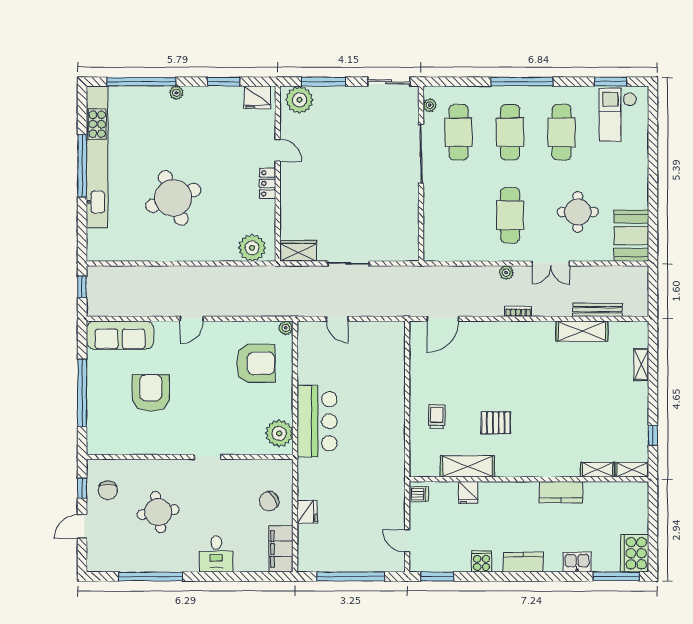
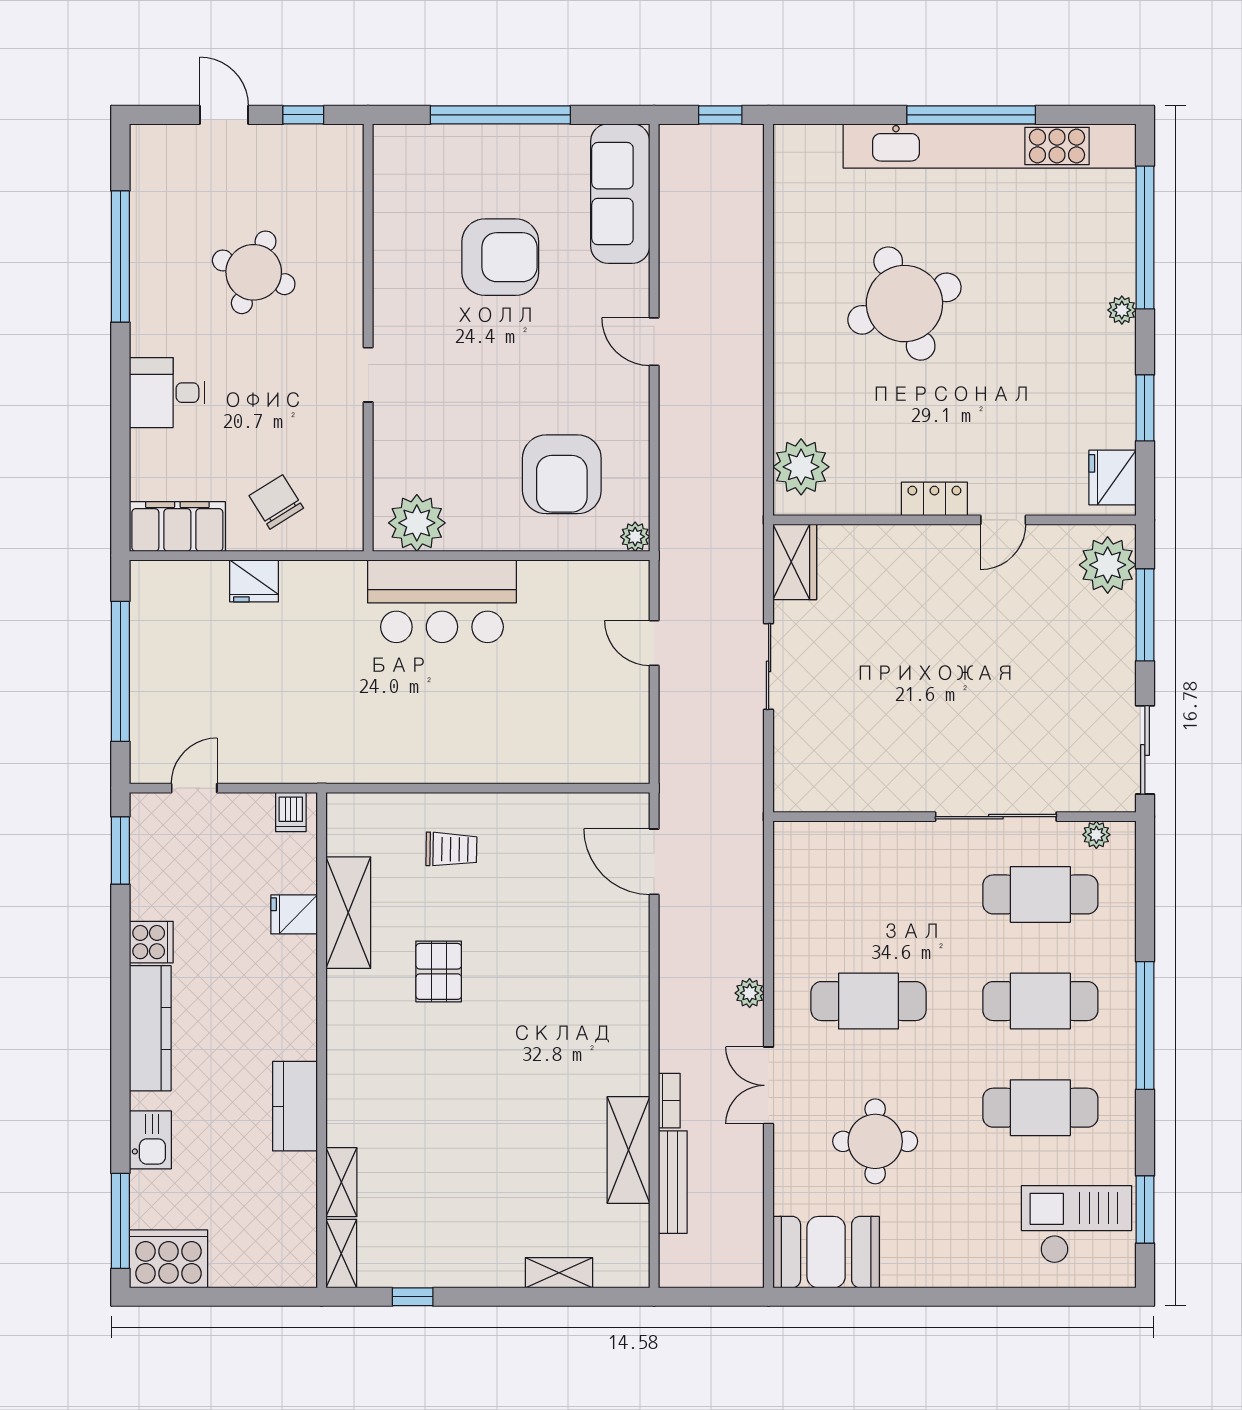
bookcase: (518, 311) -> (669, 1101), moved
door: (337, 319) -> (654, 643), hinge flipped
chair: (108, 490) -> (299, 168), removed
round table: (158, 512) -> (254, 272), turned 30
kitchen counter: (523, 562) -> (150, 1028), width x1.50

